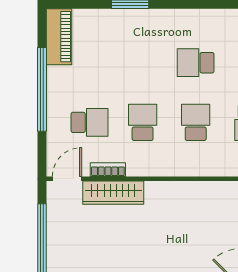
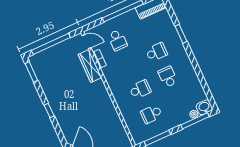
school desk: (143, 122) -> (157, 52), moved

